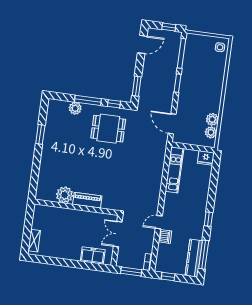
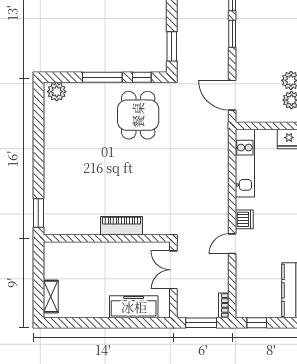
plant: (75, 108) -> (57, 92), moved
dining table: (108, 129) -> (138, 115), turned 90
window: (40, 134) -> (38, 213), moved
plant: (65, 195) -> (87, 222), removed
dishwasher: (165, 236) -> (244, 219), moved
freezer: (93, 256) -> (134, 307), width x1.40

